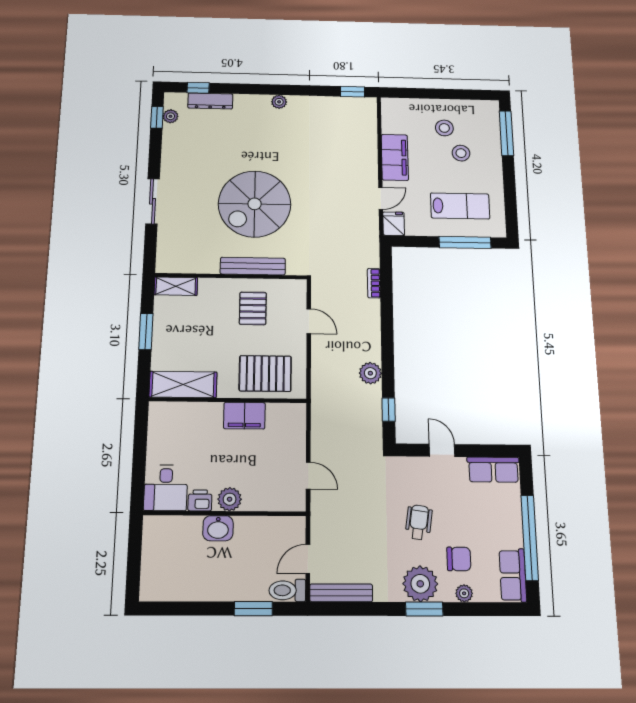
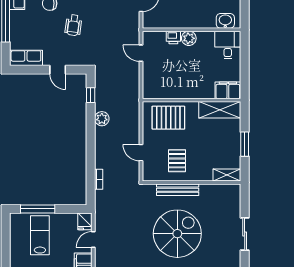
lab bench: (460, 206) -> (40, 235), turned 90
filing cabinet: (244, 416) -> (228, 90), moved
printer: (200, 500) -> (173, 38), moved
washbasin: (218, 528) -> (225, 21), moved

